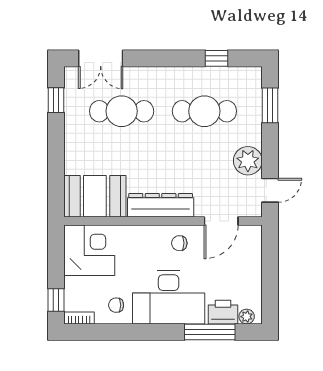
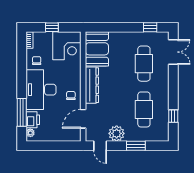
double door: (101, 58) -> (173, 52), swing flipped
window: (270, 105) -> (136, 146), moved
door: (221, 221) -> (83, 119), hinge flipped
window: (56, 300) -> (52, 27), moved

